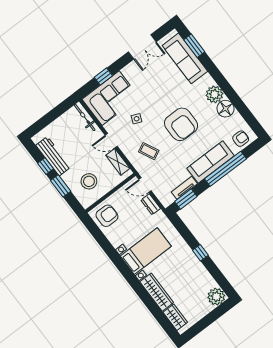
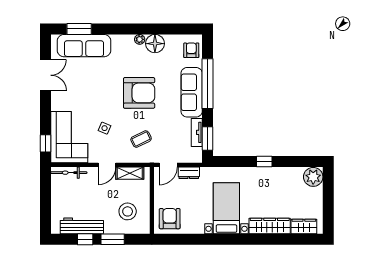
window: (103, 76) -> (45, 143), moved
plant: (214, 94) -> (140, 39), width x0.53, depth x0.53

